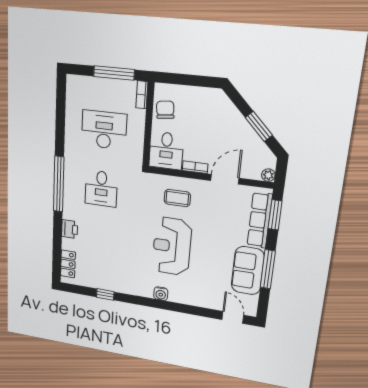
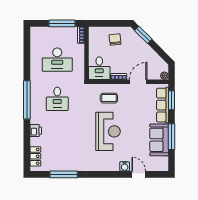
chair: (165, 110) -> (115, 40), moved
window: (259, 126) -> (143, 35), moved
desk: (104, 130) -> (57, 60), turned 180
reception desk: (172, 246) -> (108, 131), turned 180
window: (105, 294) -> (64, 174), width x2.17
water cooler: (161, 294) -> (125, 166), moved
door: (233, 317) -> (139, 174), moved

